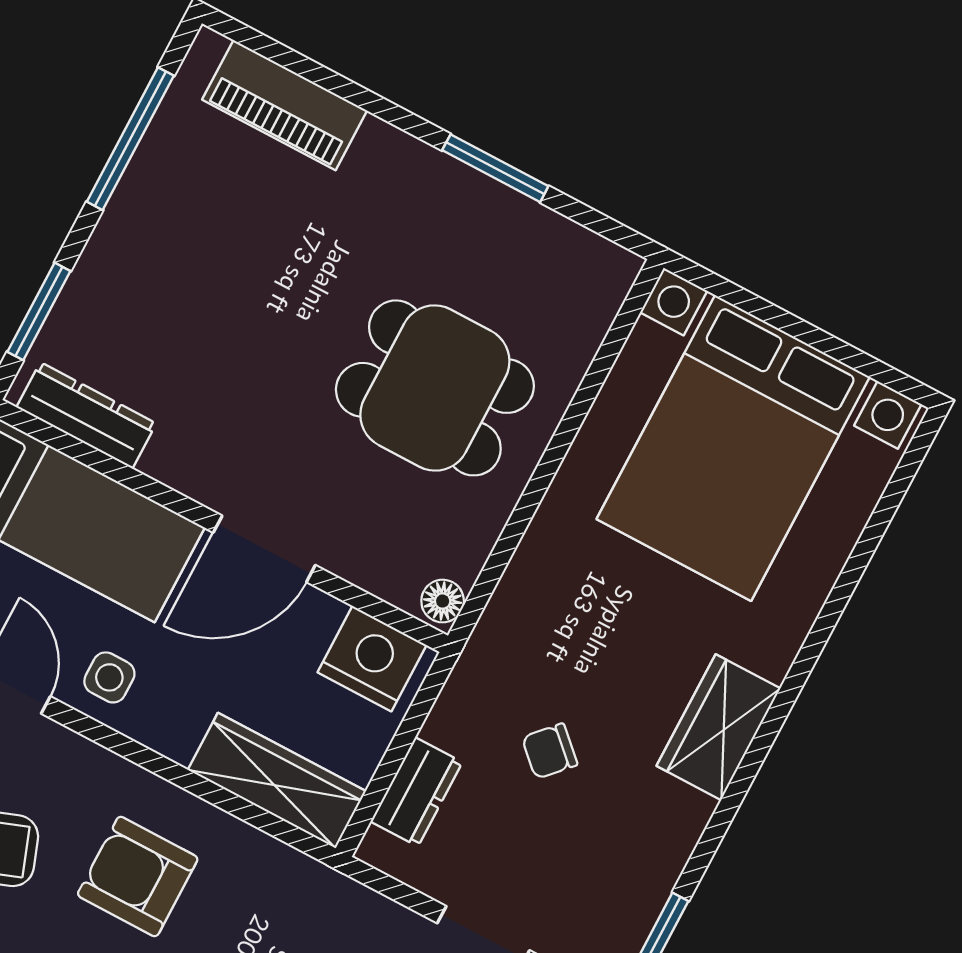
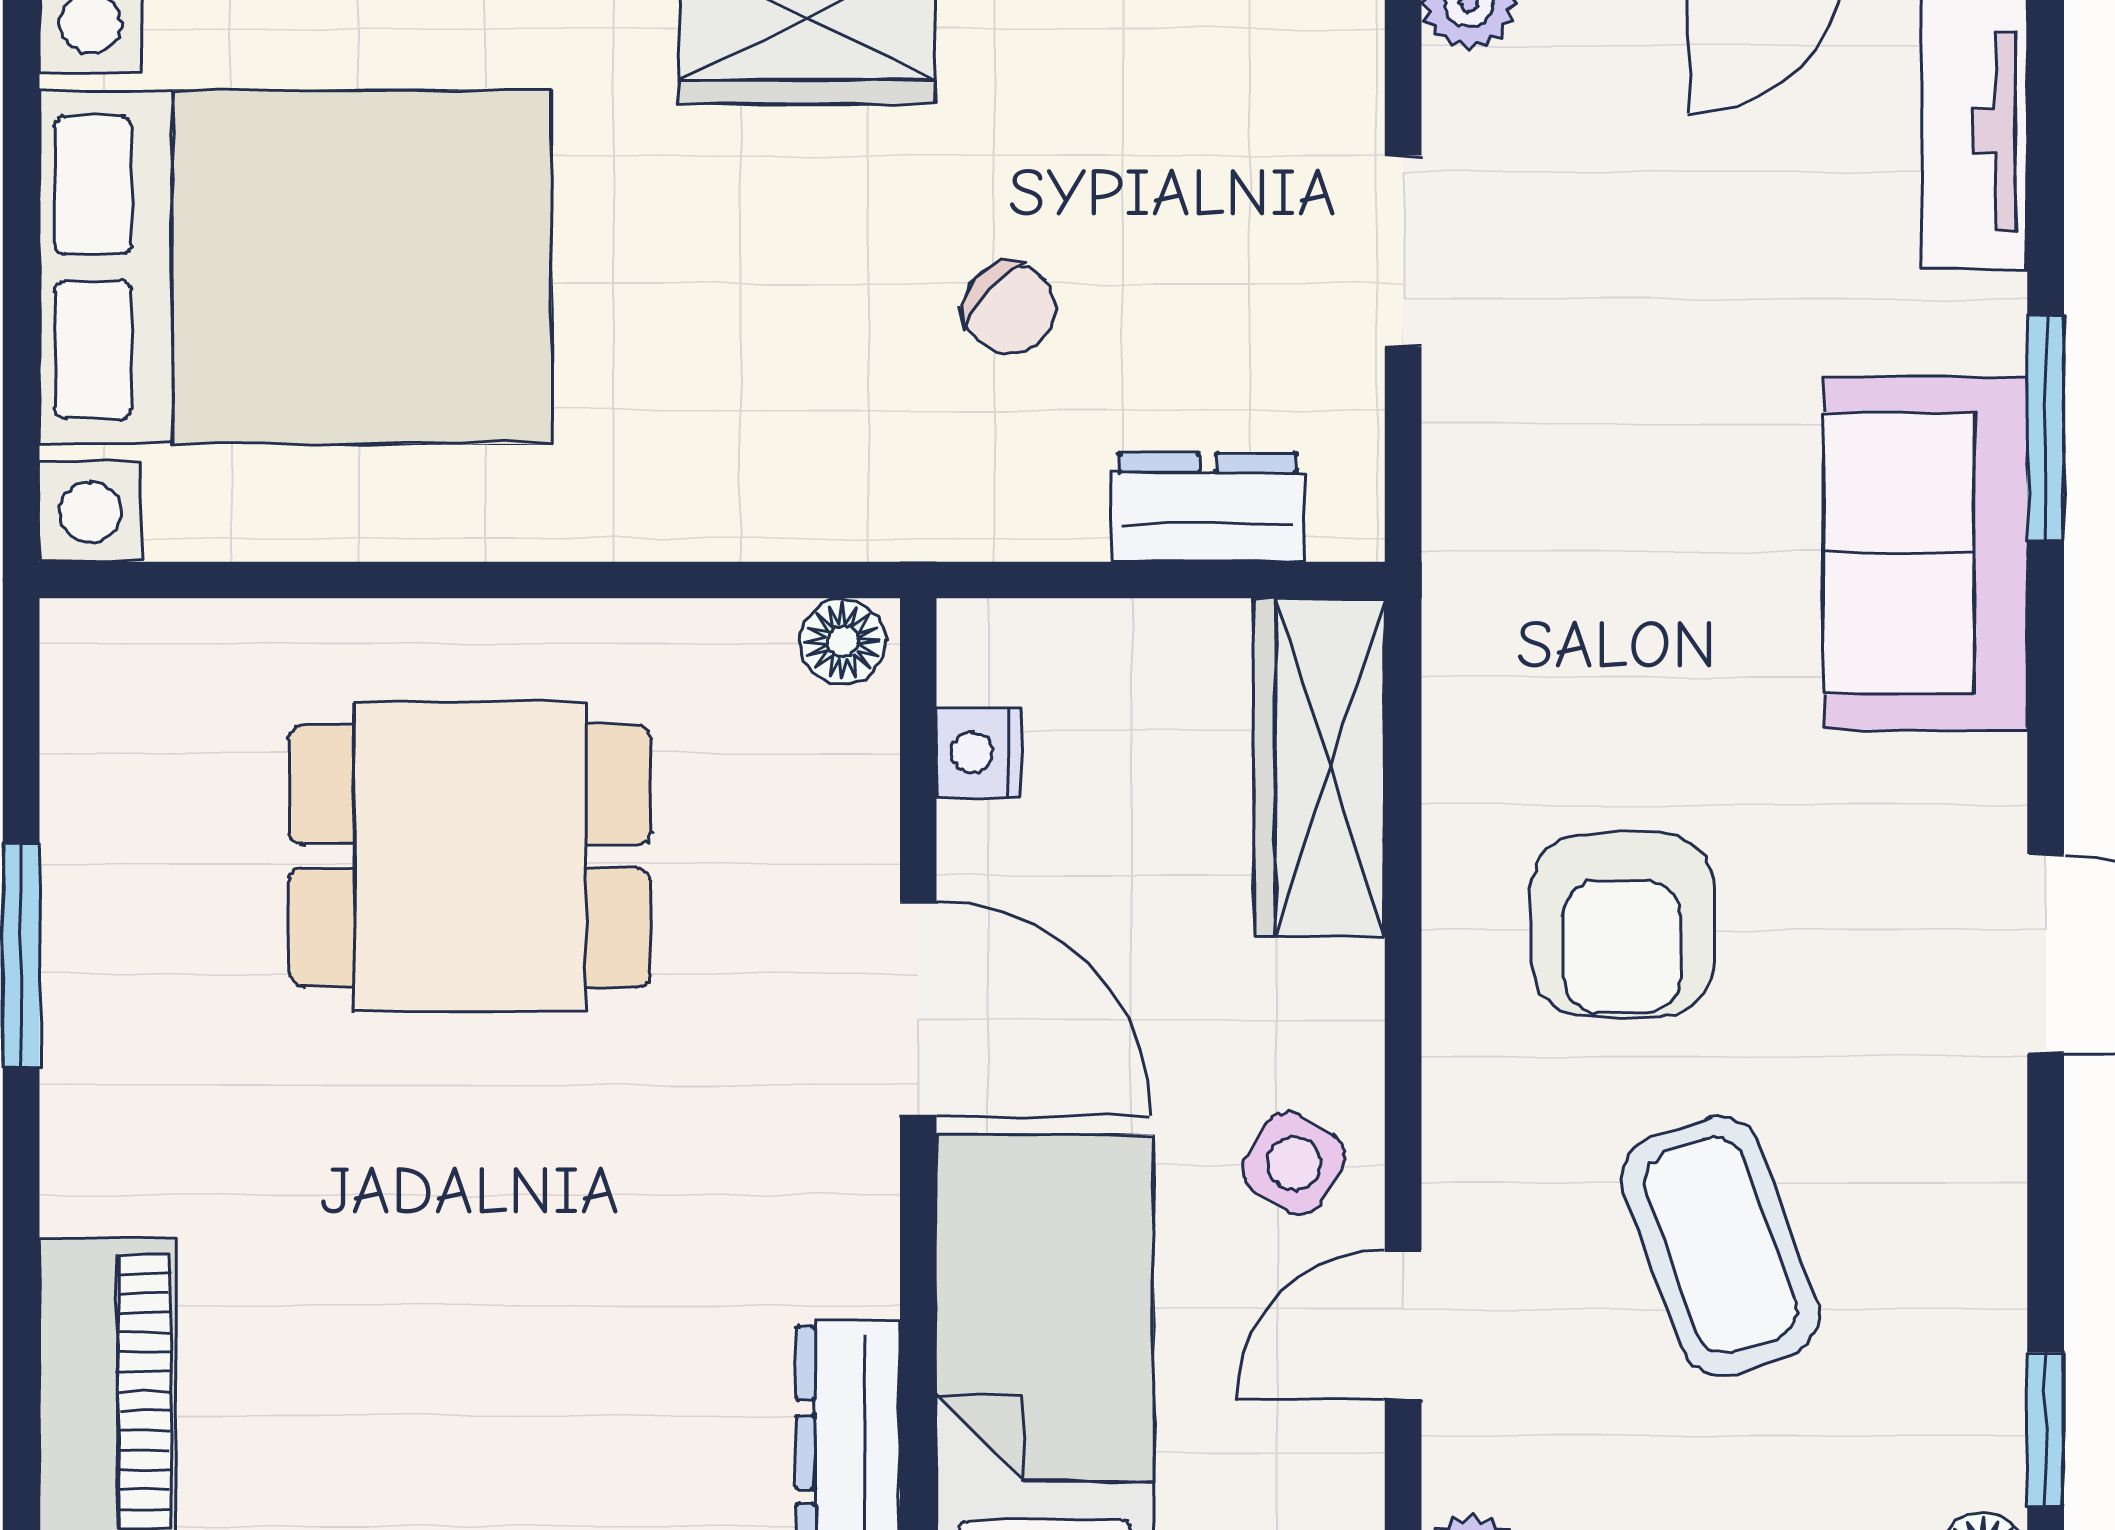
dining table: (435, 388) -> (470, 856), turned 90
nightstand: (372, 659) -> (979, 753), width x0.53, depth x0.56
side table: (109, 677) -> (1294, 1163), turned 31

